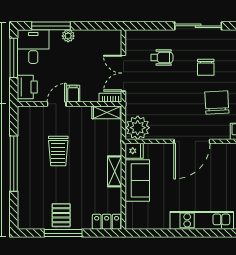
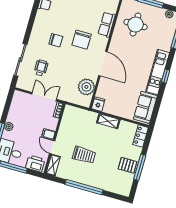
sliding door: (198, 26) -> (20, 60), moved
double door: (123, 73) -> (44, 97), swing flipped
chair: (217, 102) -> (82, 40), turned -87
shelving: (107, 112) -> (53, 165), moved
plant: (138, 128) -> (86, 87), moved
sofa: (137, 180) -> (145, 107), moved, turned -90
window: (199, 233) -> (166, 76), added

